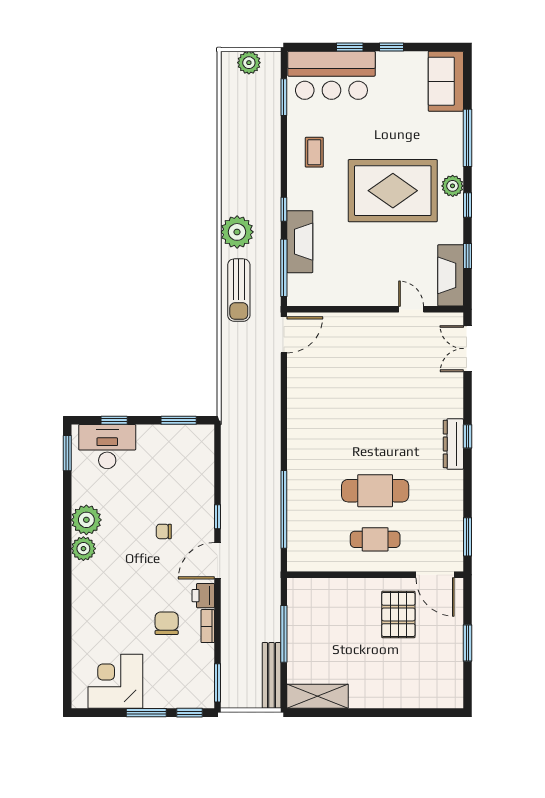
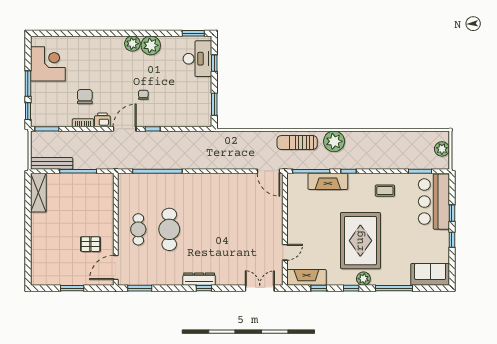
door: (218, 561) -> (125, 129), hinge flipped
pallet: (398, 614) -> (90, 244), width x0.67, depth x0.71
chair: (167, 623) -> (85, 97), turned -90

